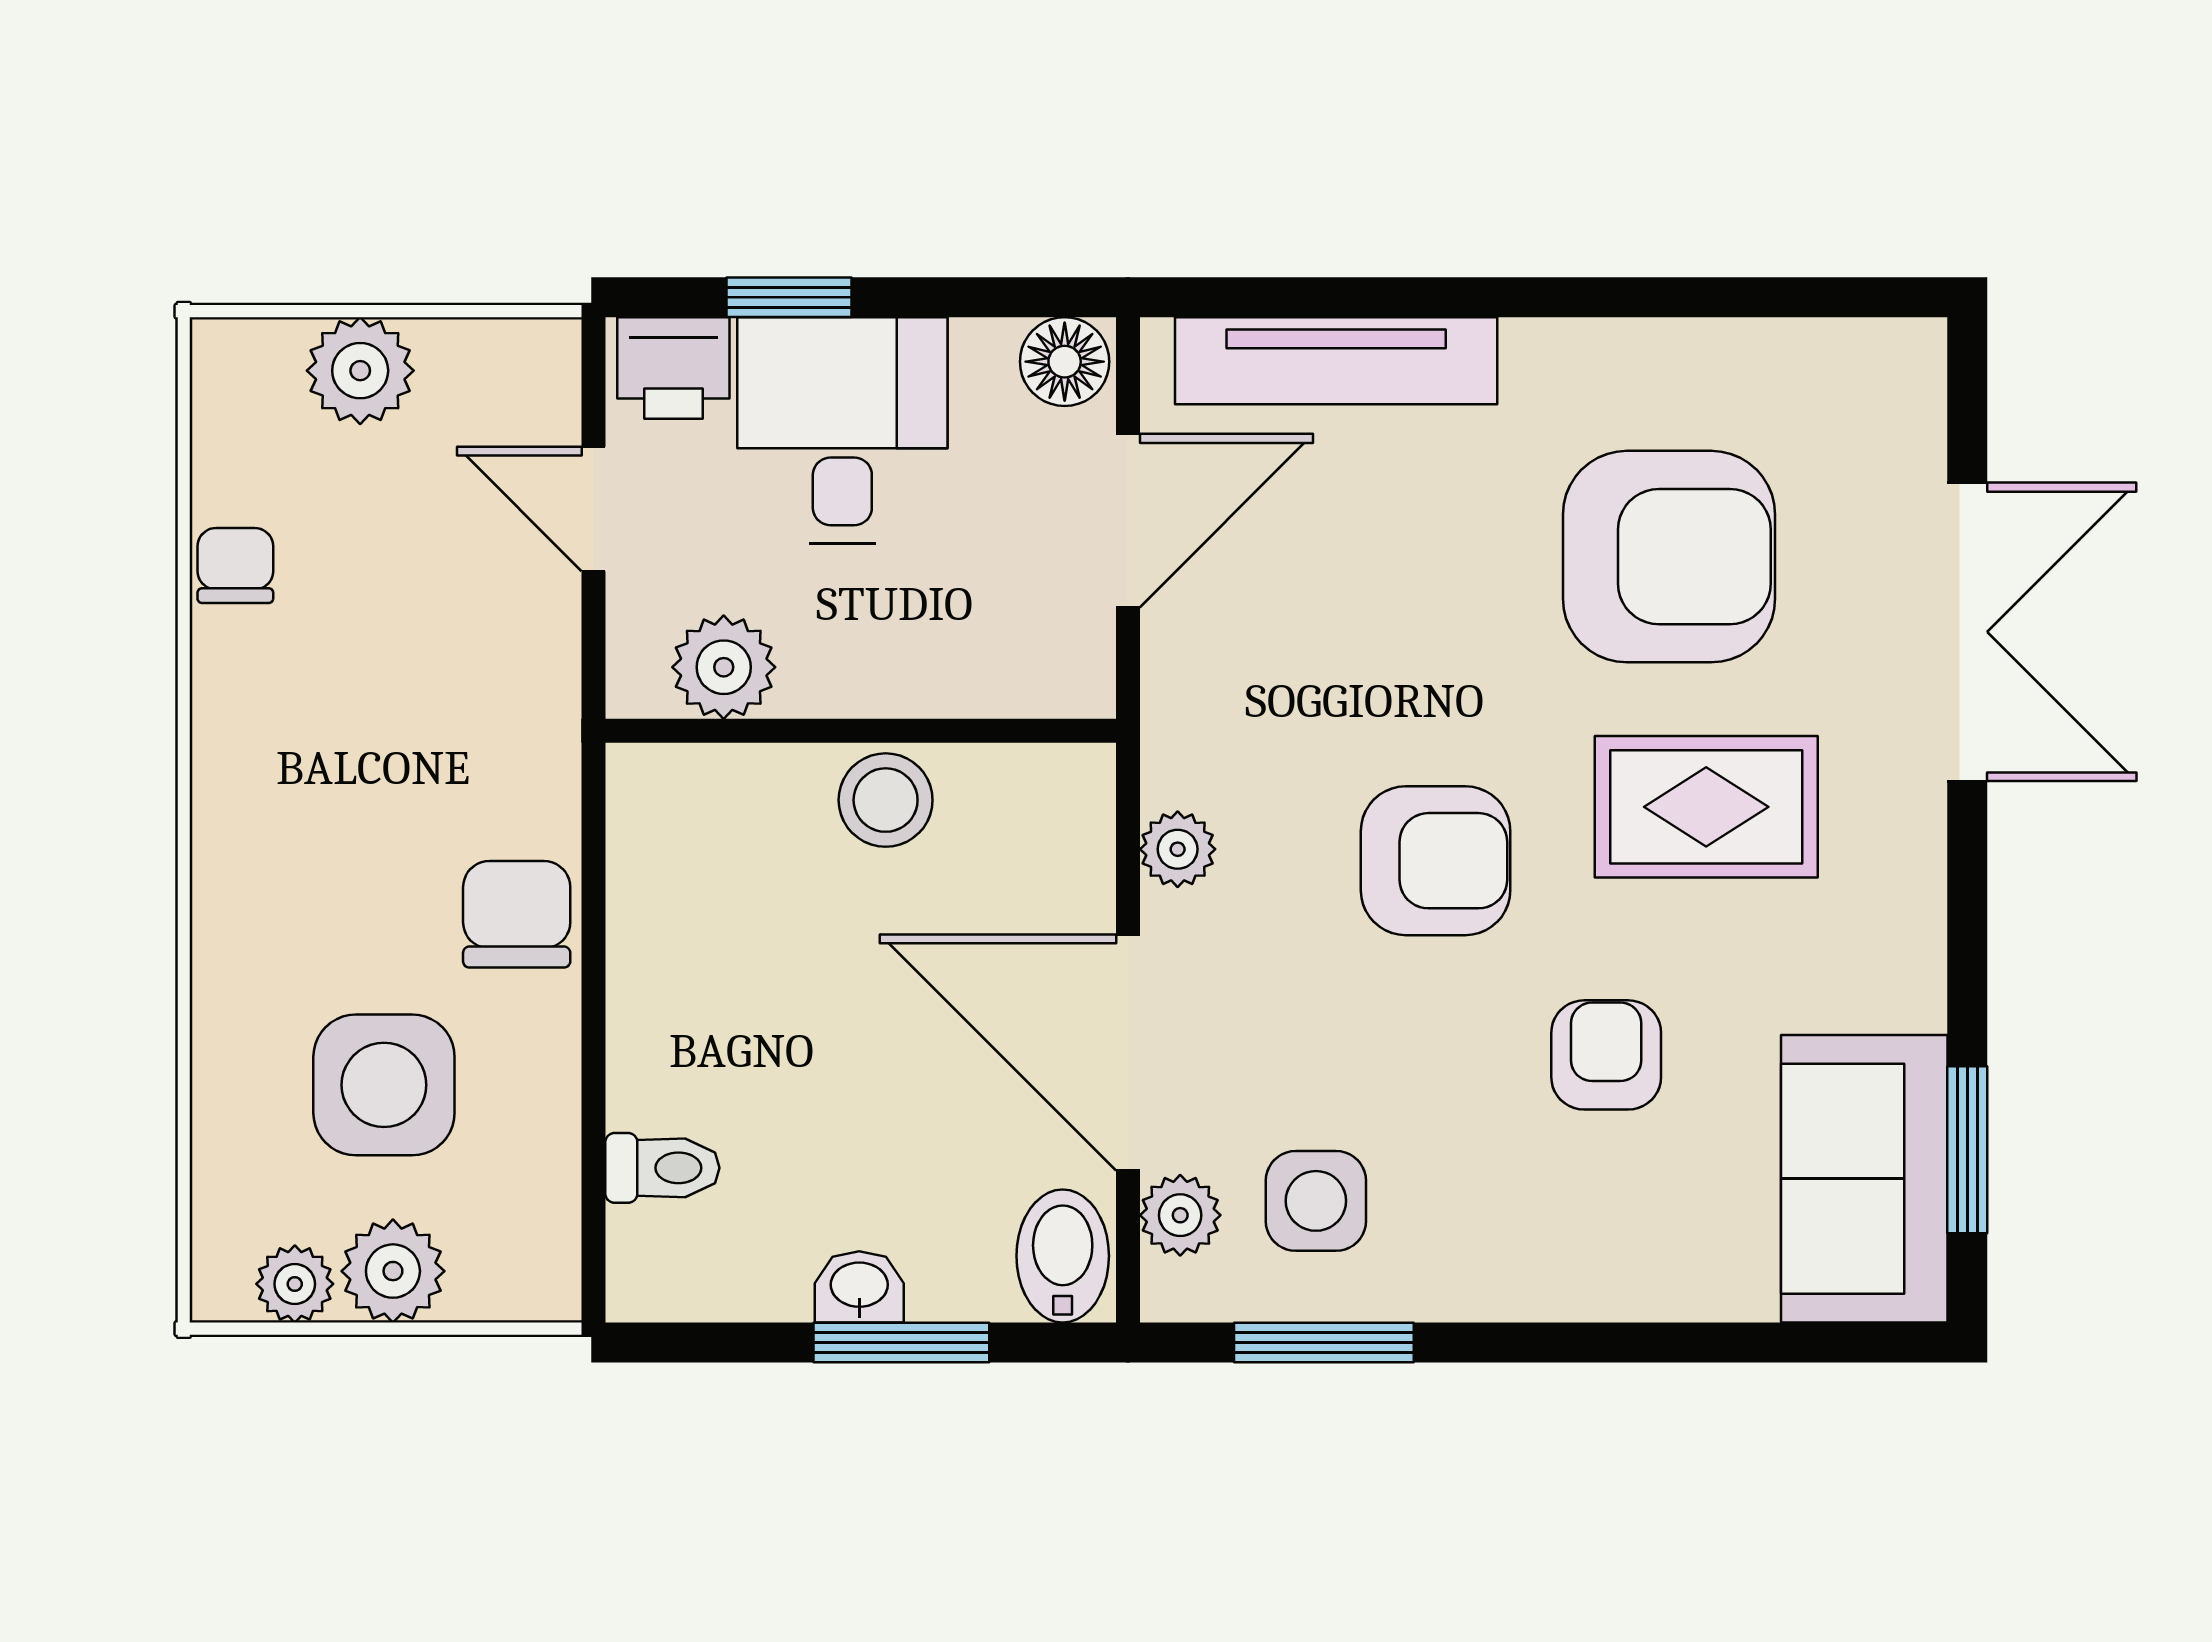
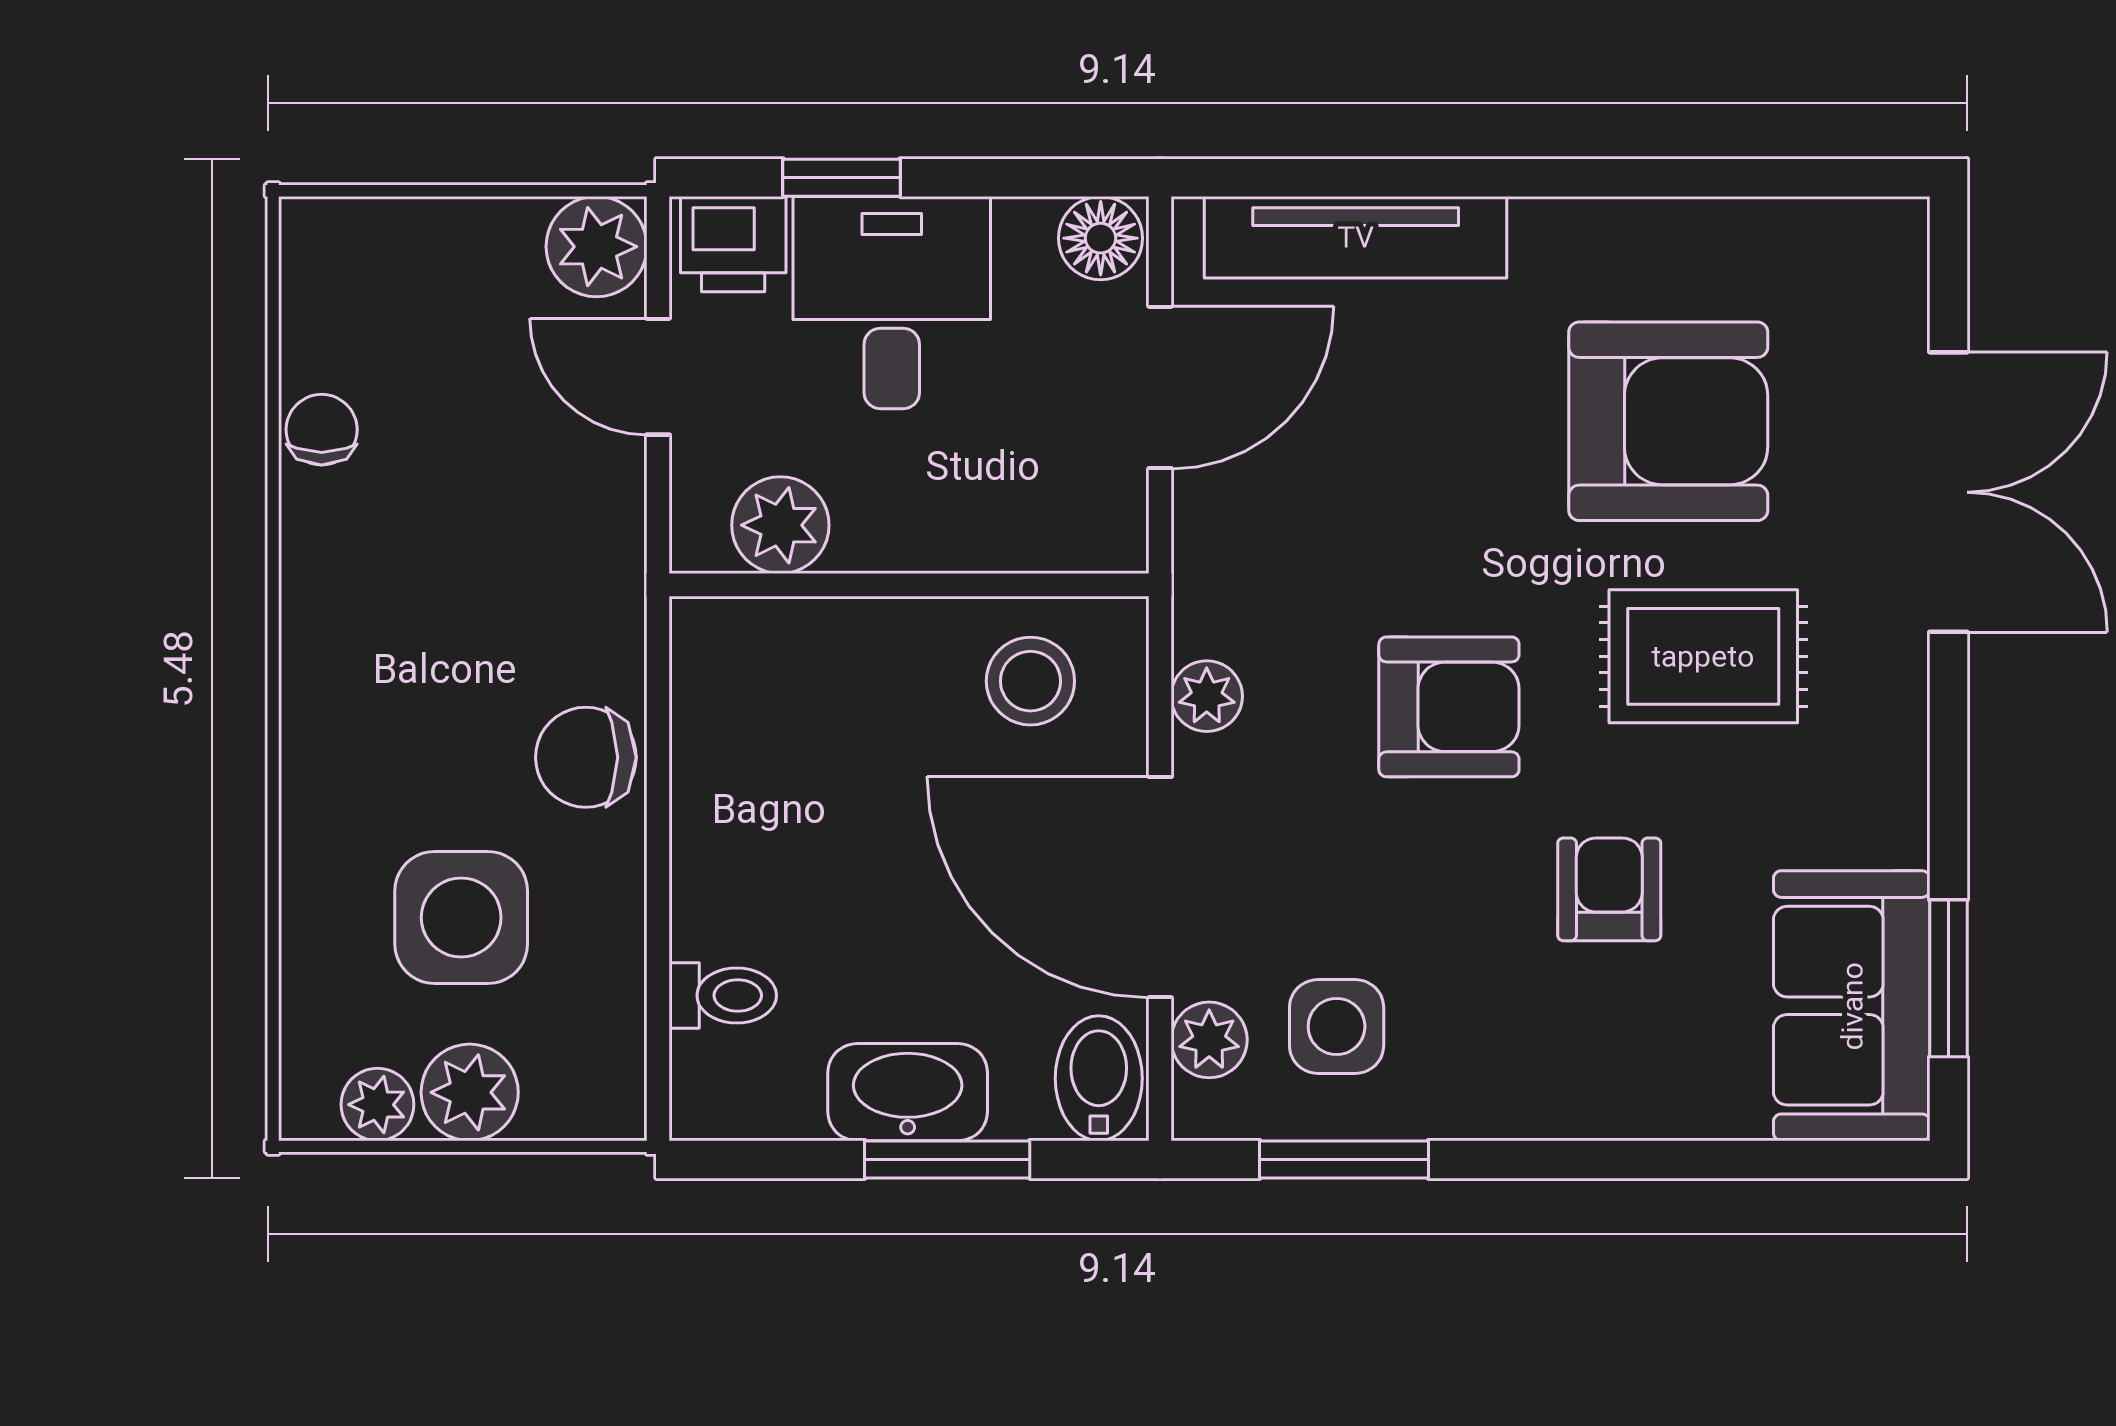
plant: (360, 371) -> (597, 247), moved
stool: (886, 800) -> (1030, 681), moved
chair: (517, 914) -> (586, 757), turned -90
washbasin: (859, 1287) -> (908, 1092), width x1.91, depth x1.45

